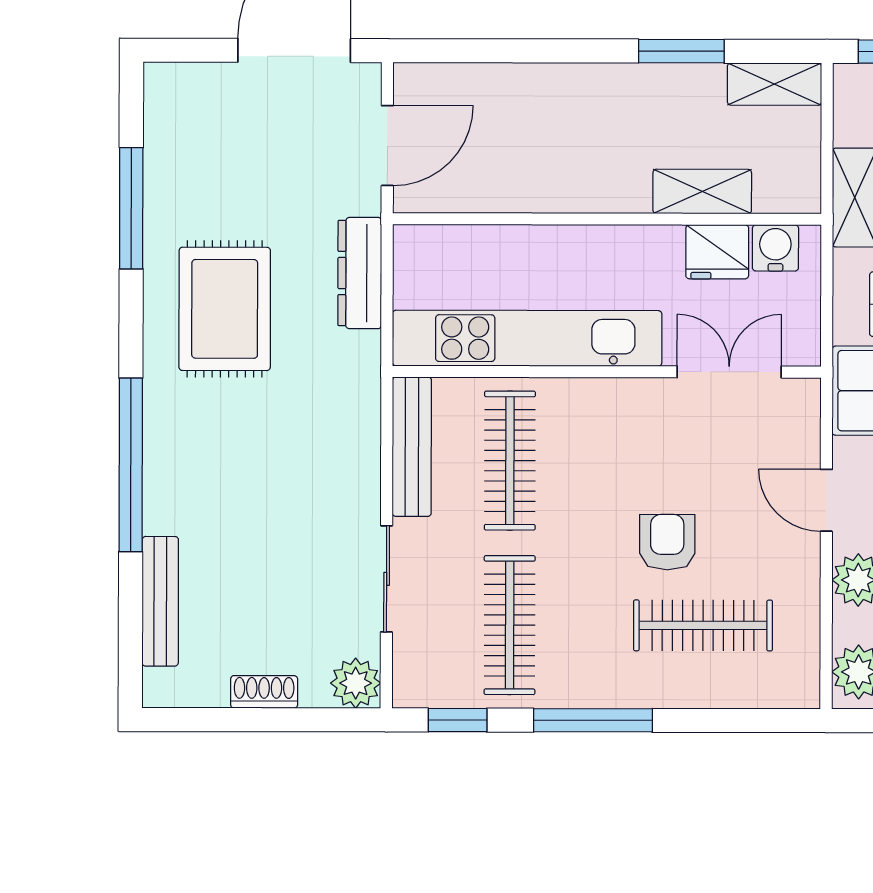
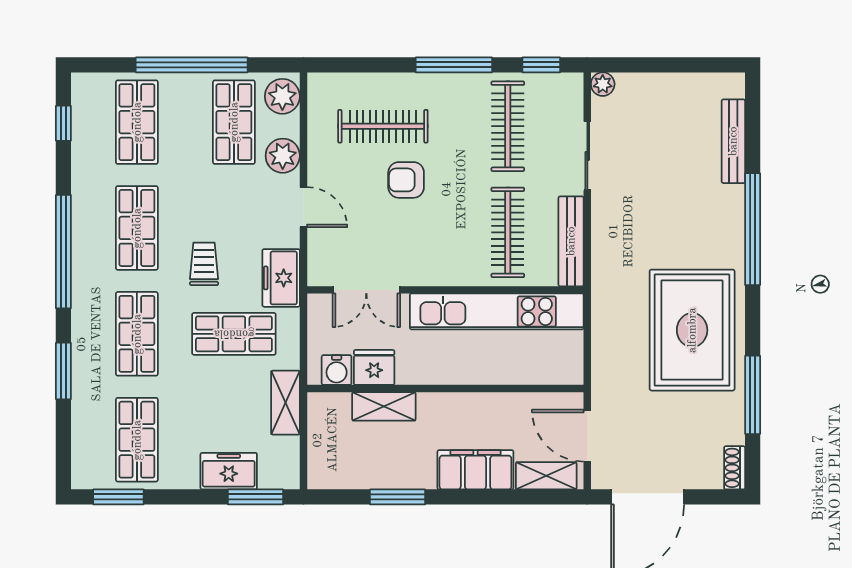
shelving: (774, 84) -> (546, 476), moved
filing cabinet: (561, 93) -> (475, 470), added
door: (387, 146) -> (587, 436), hinge flipped
dresser: (360, 273) -> (605, 353), removed
rug: (225, 309) -> (692, 330), width x1.37, depth x1.44
armchair: (667, 542) -> (406, 180), turned 90
plant: (356, 683) -> (603, 84), width x0.73, depth x0.73
shoe rack: (264, 692) -> (735, 468), moved, turned 90

